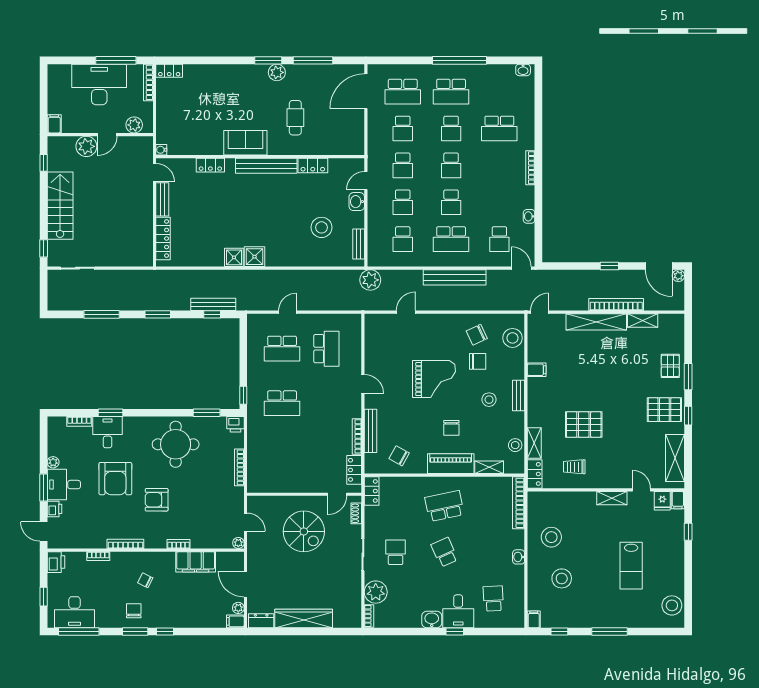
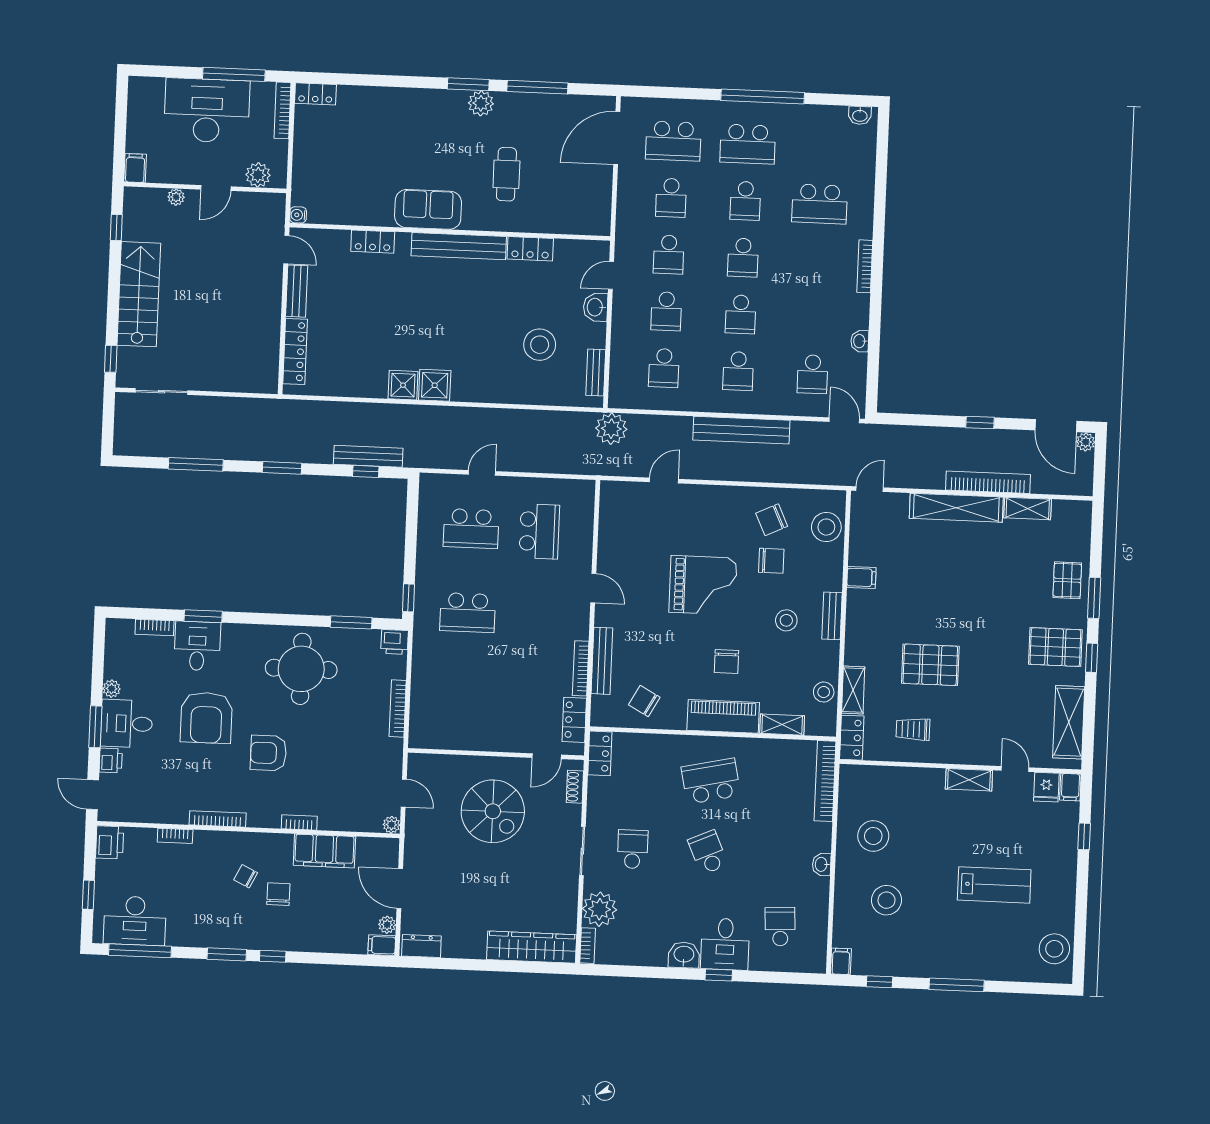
plant: (86, 146) -> (176, 197), width x0.53, depth x0.53
school desk: (451, 239) -> (738, 371), width x0.54
lab bench: (631, 566) -> (994, 885), turned -90
chair: (134, 611) -> (278, 894), moved
wardrobe: (304, 619) -> (532, 947), moved

